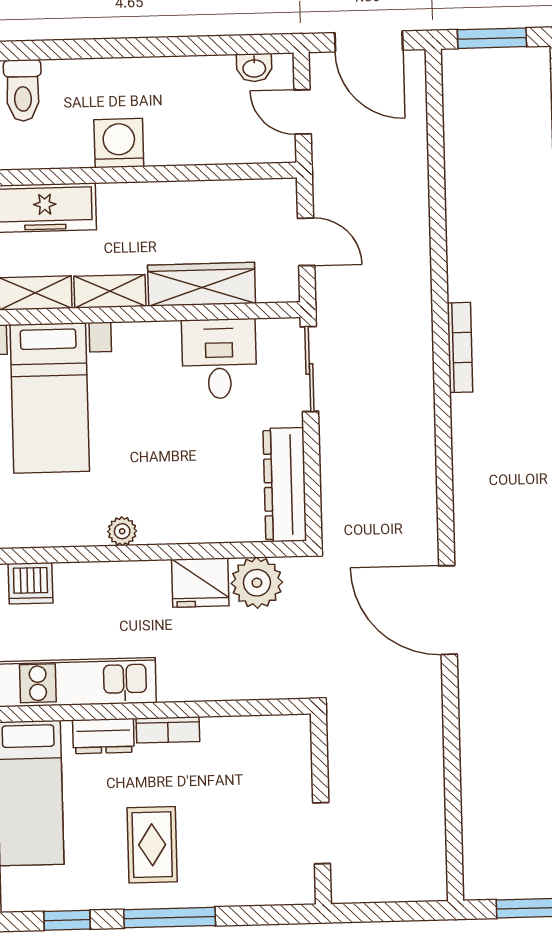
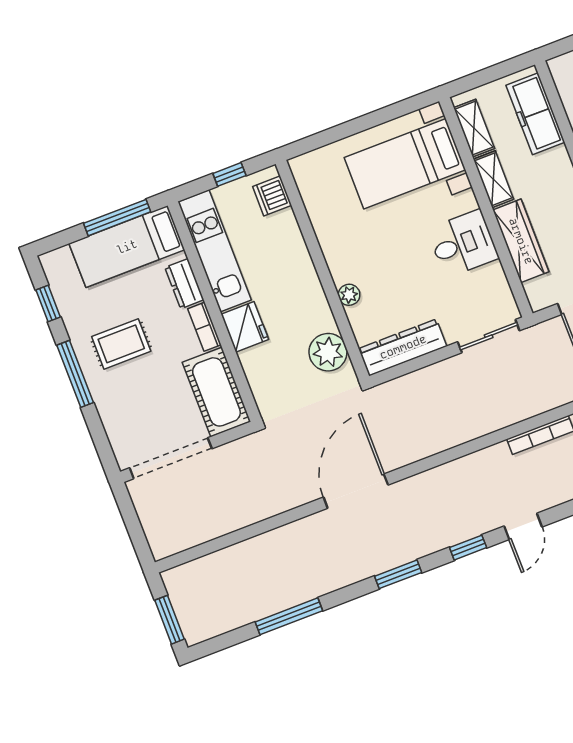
desk: (219, 359) -> (463, 244), moved
plant: (122, 531) -> (349, 295), moved
fridge: (200, 583) -> (245, 327), moved, turned 180
cot: (257, 744) -> (216, 392), added
doorway: (322, 833) -> (171, 458), width x1.88

